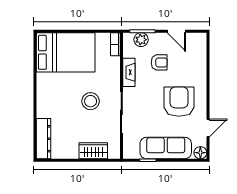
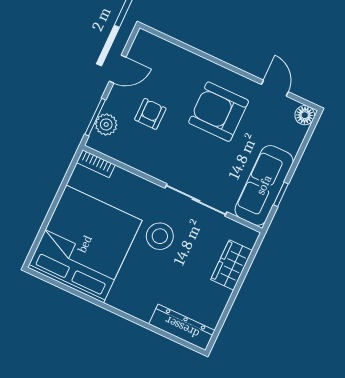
bed: (66, 52) -> (85, 244), width x1.36
fireplace: (129, 72) -> (144, 163), removed
sofa: (166, 148) -> (264, 185), moved

